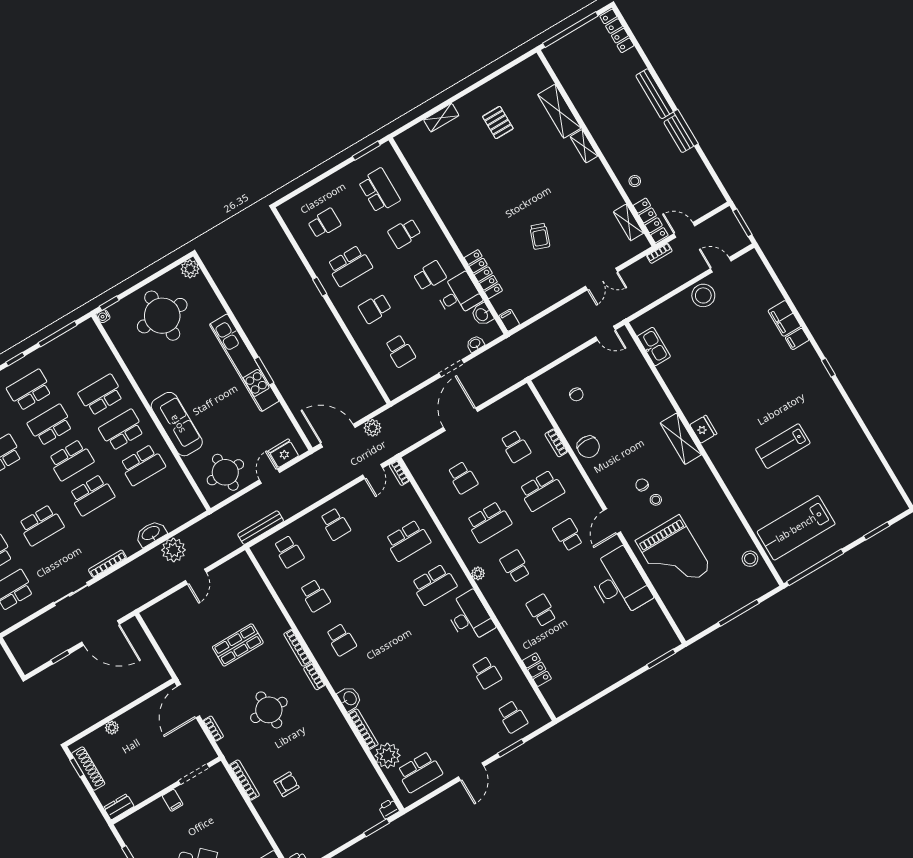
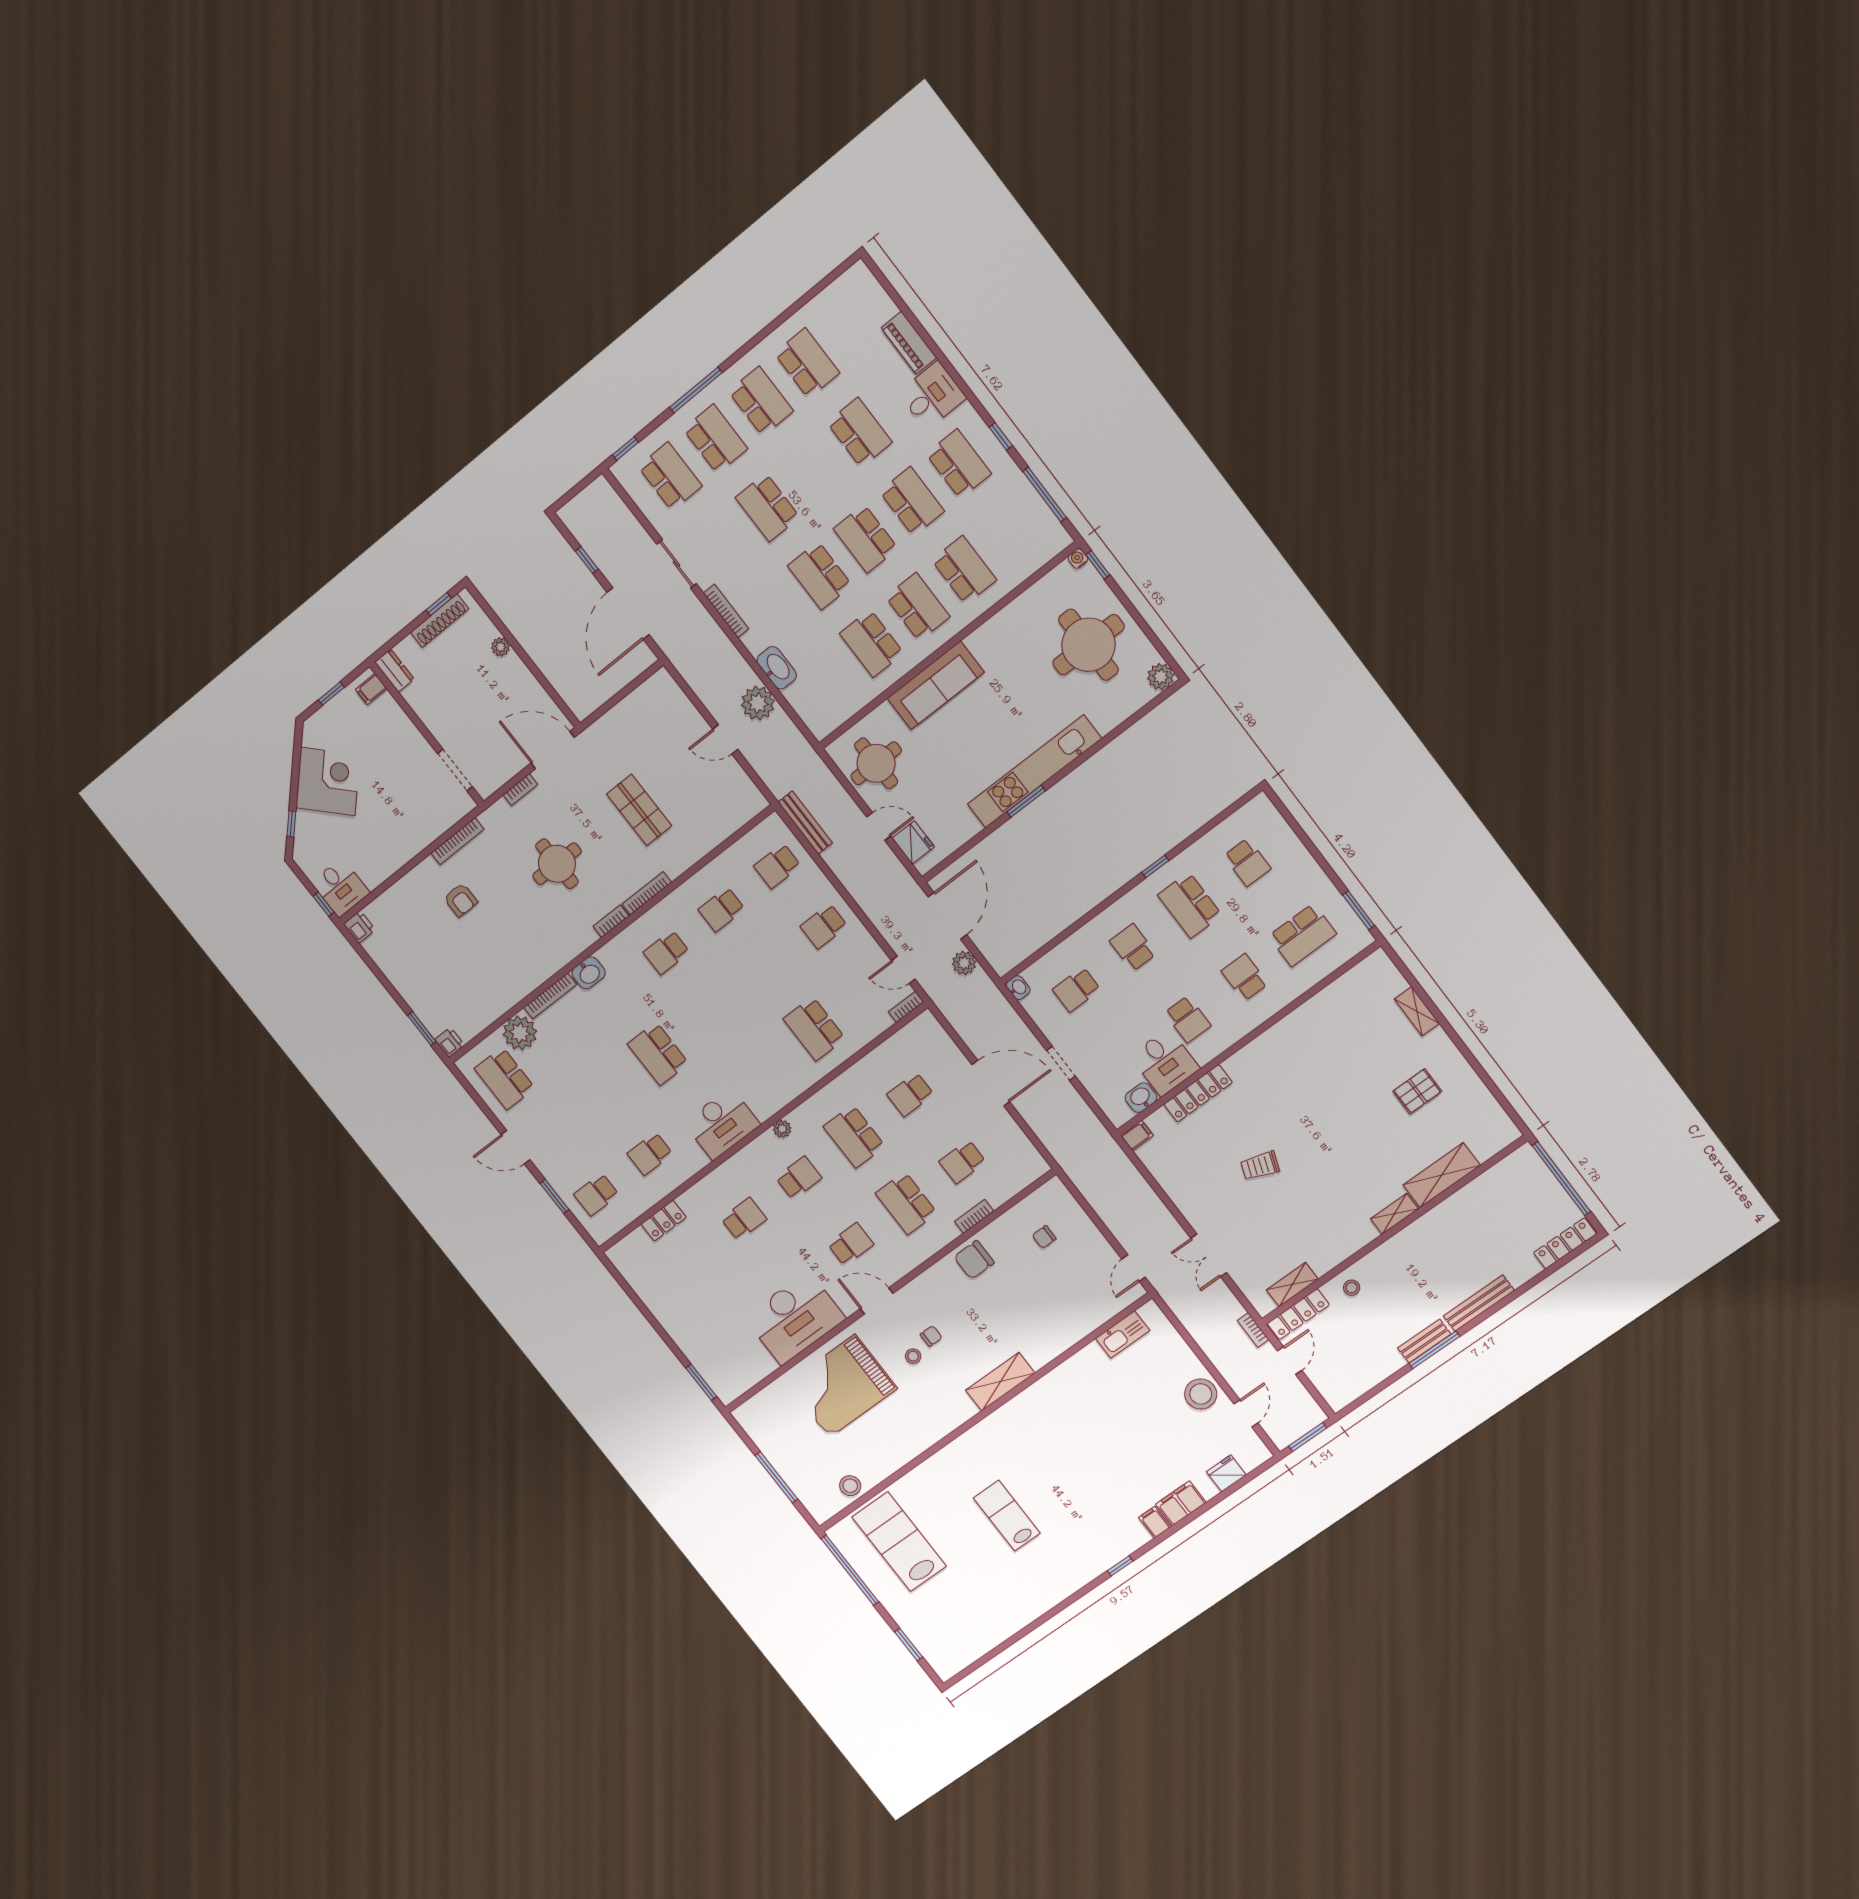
washbasin: (475, 344) -> (1018, 988), moved
fridge: (703, 429) -> (1226, 1473), moved, turned 180
school desk: (434, 585) -> (658, 1054), moved
filing cabinet: (173, 800) -> (371, 689), moved

